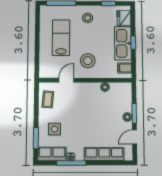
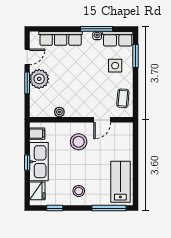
lab bench: (61, 38) -> (120, 182), moved, turned 180
plant: (127, 117) -> (39, 79), width x1.88, depth x1.88

